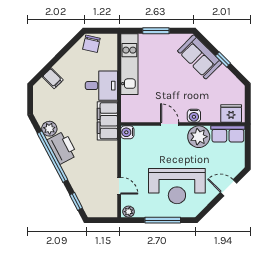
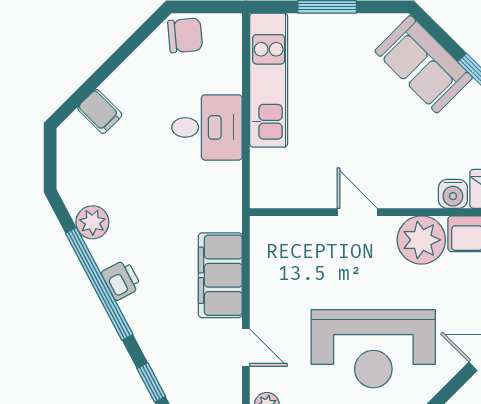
chair: (91, 44) -> (185, 35), turned -107
water cooler: (194, 116) -> (453, 194), moved
filing cabinet: (107, 121) -> (220, 275), moved
water cooler: (127, 132) -> (264, 230), removed
printer: (62, 148) -> (121, 280), width x0.53, depth x0.68

